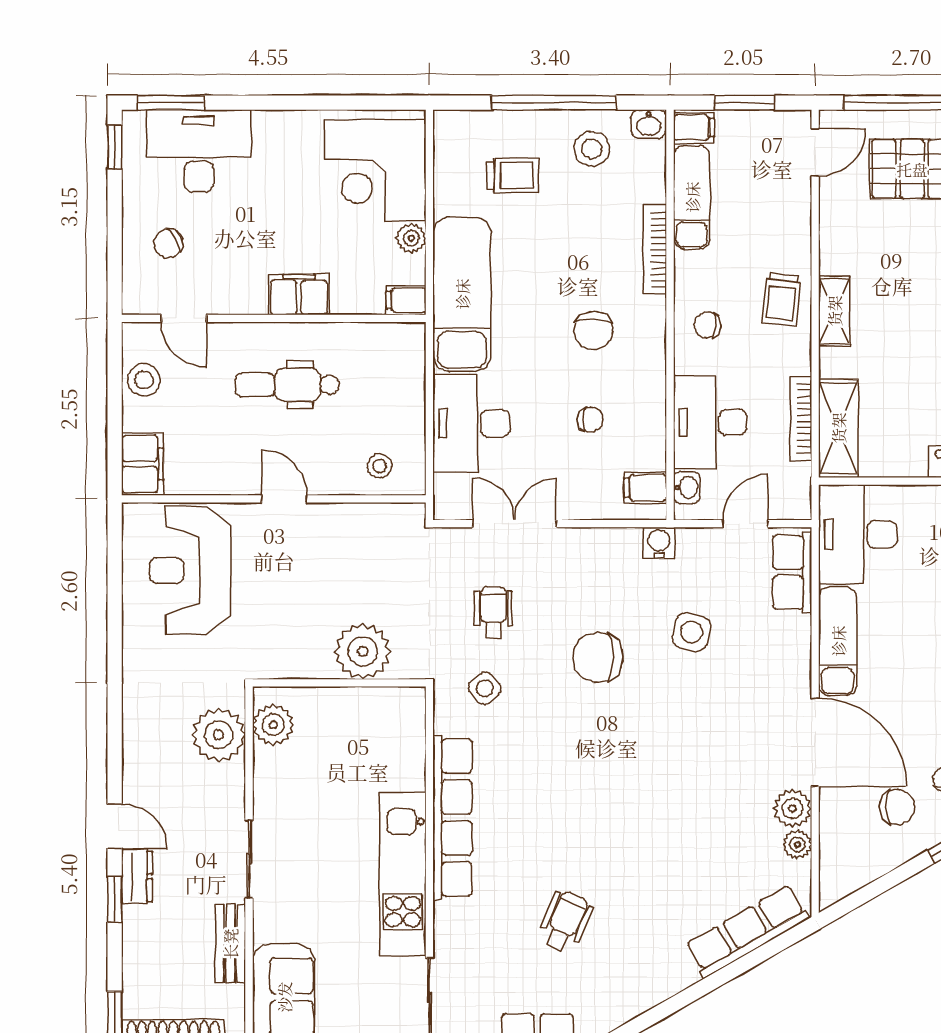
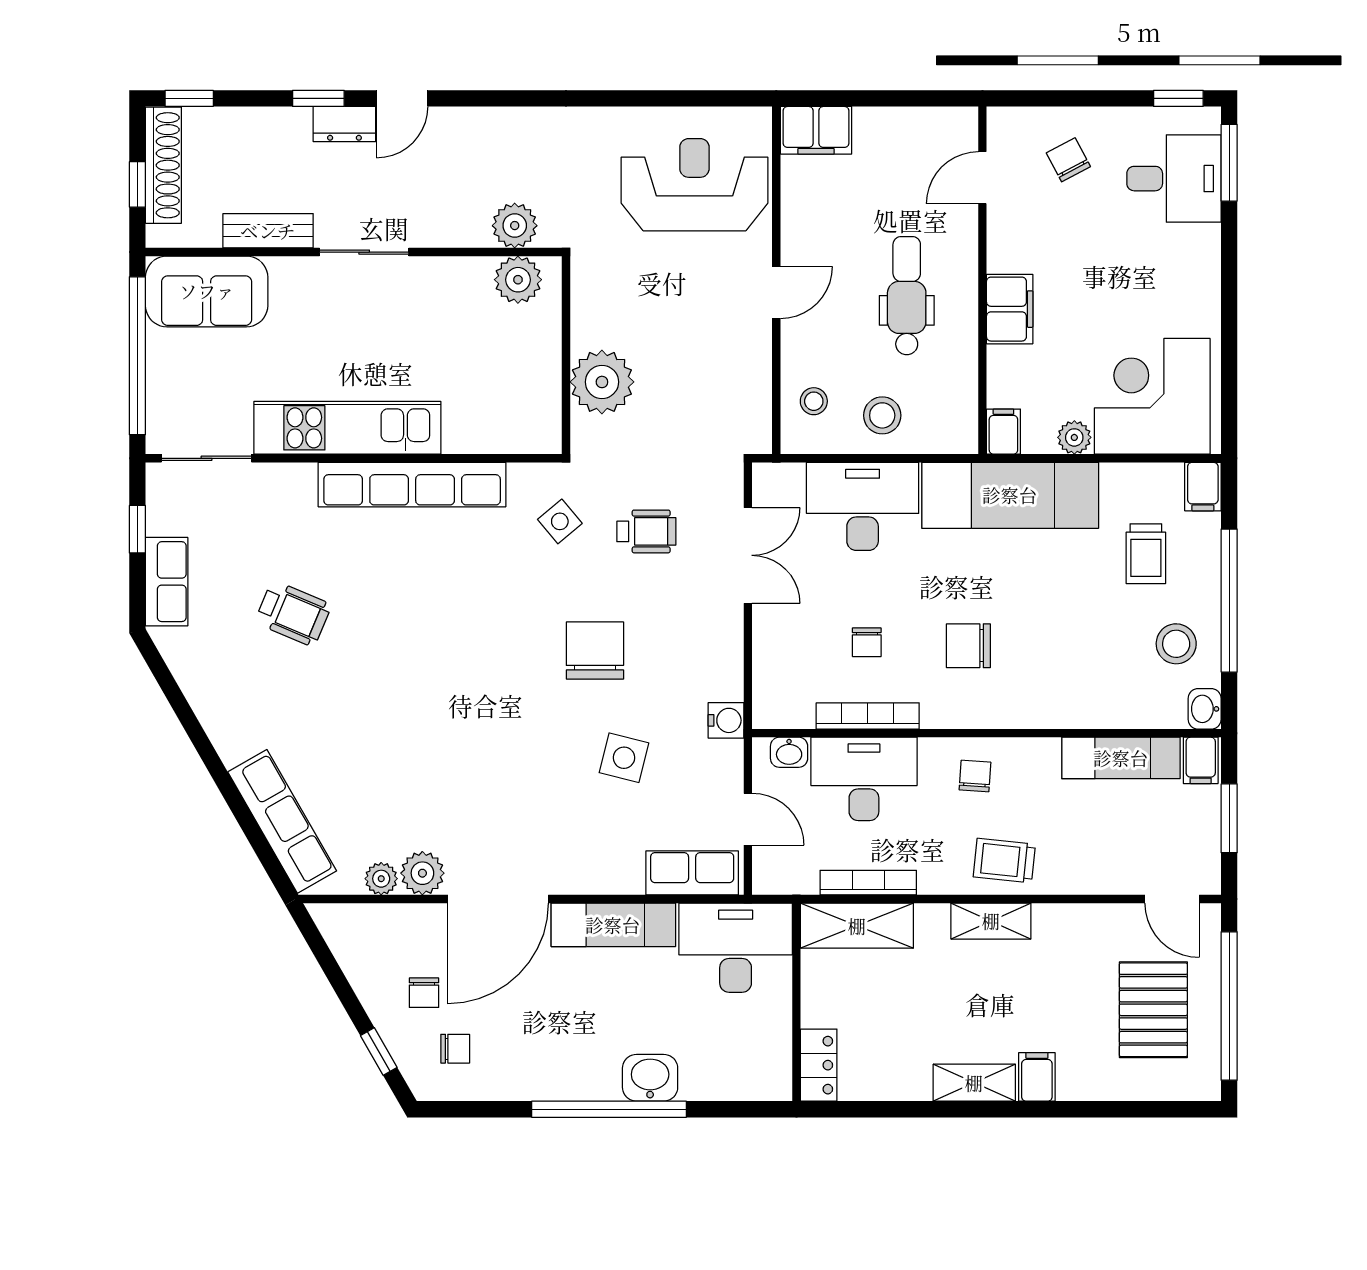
desk: (199, 151) -> (1174, 179), width x0.73
bookcase: (655, 250) -> (868, 716), moved
stool: (144, 380) -> (882, 415), moved
filing cabinet: (645, 488) -> (1203, 487), moved, turned 180
plant: (219, 735) -> (515, 226), width x0.73, depth x0.73
chair: (897, 807) -> (424, 993), width x0.73, depth x0.73

